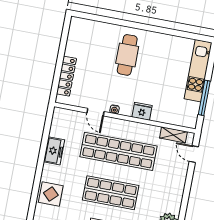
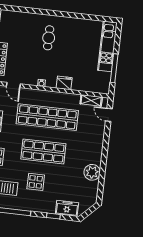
cafe table: (127, 55) -> (49, 38), width x0.73, depth x0.74
door: (95, 112) -> (13, 85), moved

